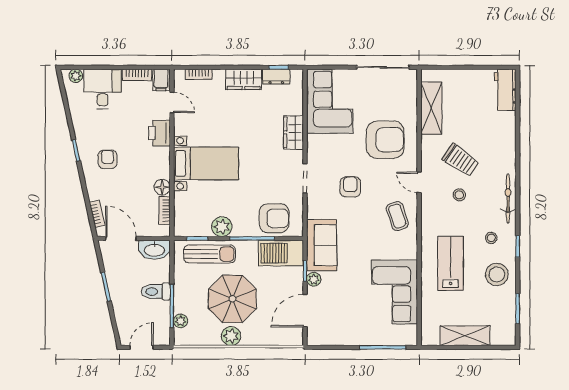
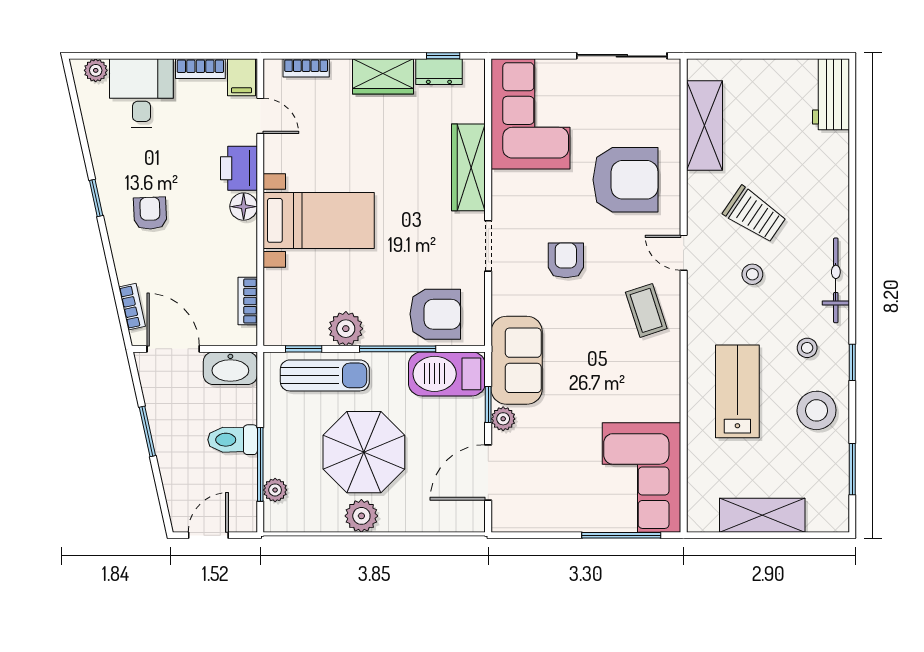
wardrobe: (293, 132) -> (468, 167), width x1.50
floor lamp: (162, 187) -> (244, 207), moved
corner sofa: (394, 292) -> (641, 477), moved

